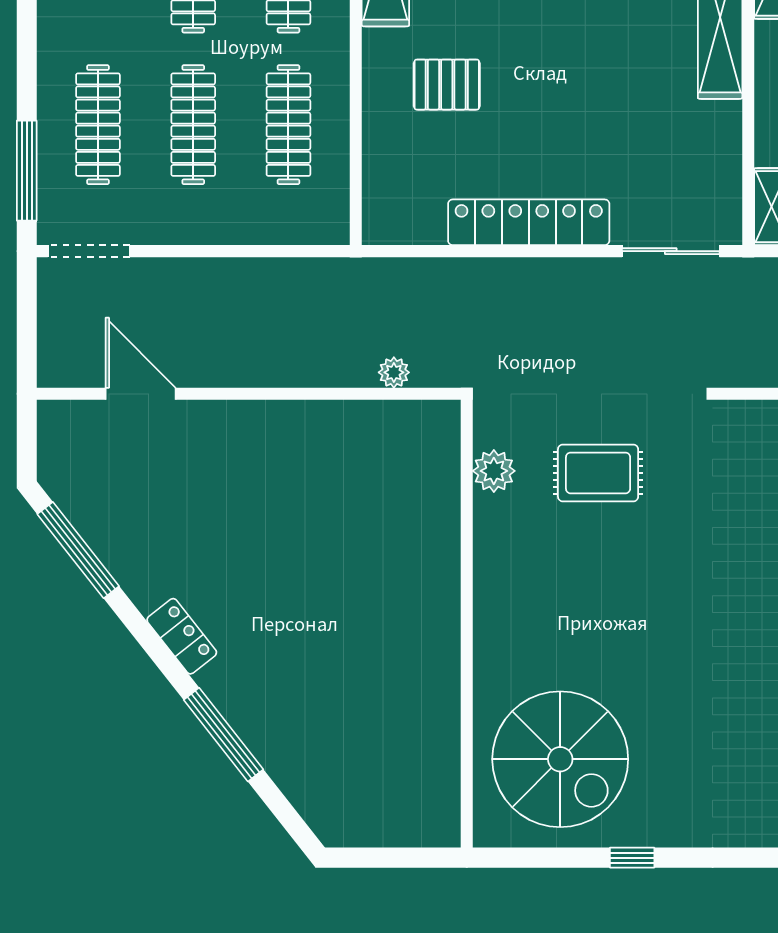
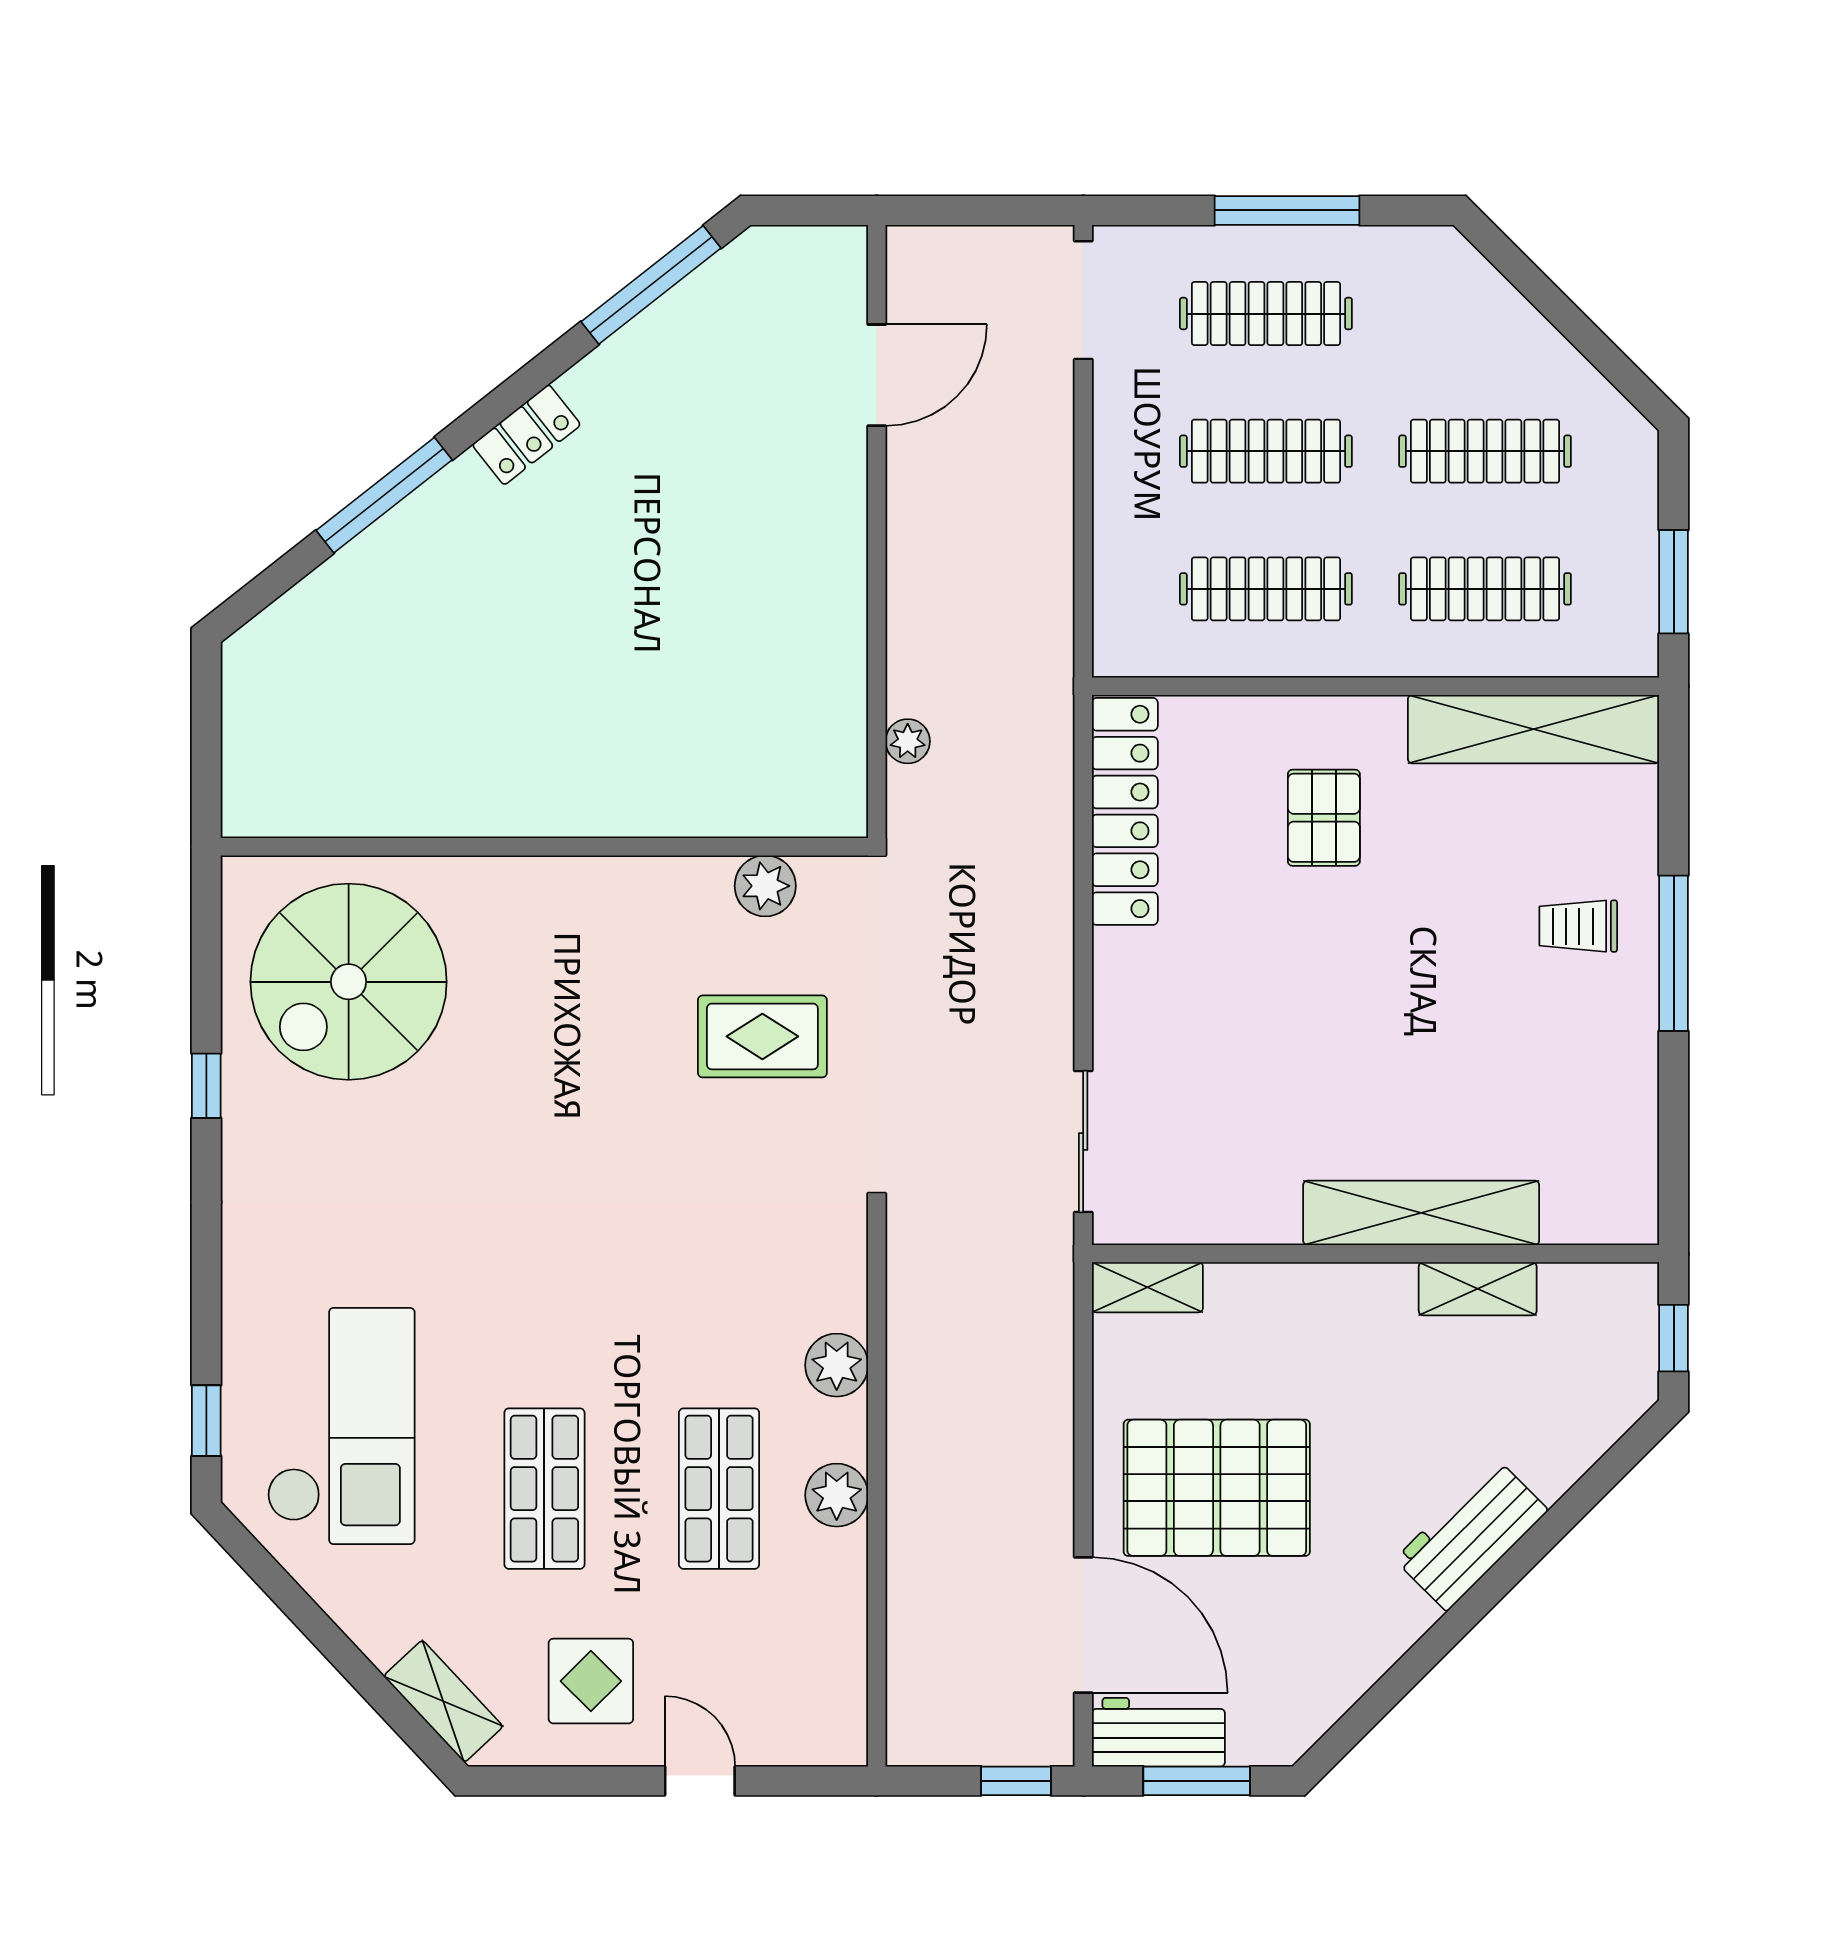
window: (27, 171) -> (1287, 210), moved
locker: (529, 222) -> (1125, 811), moved
rug: (598, 473) -> (762, 1036), turned 90

